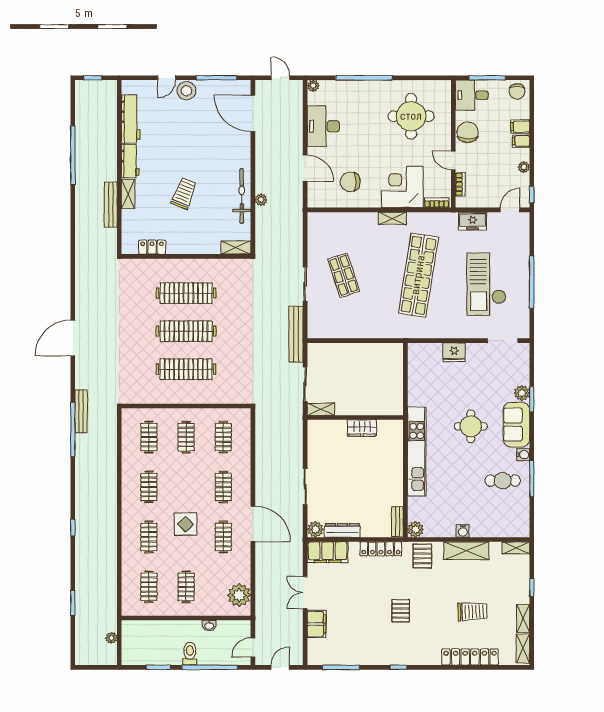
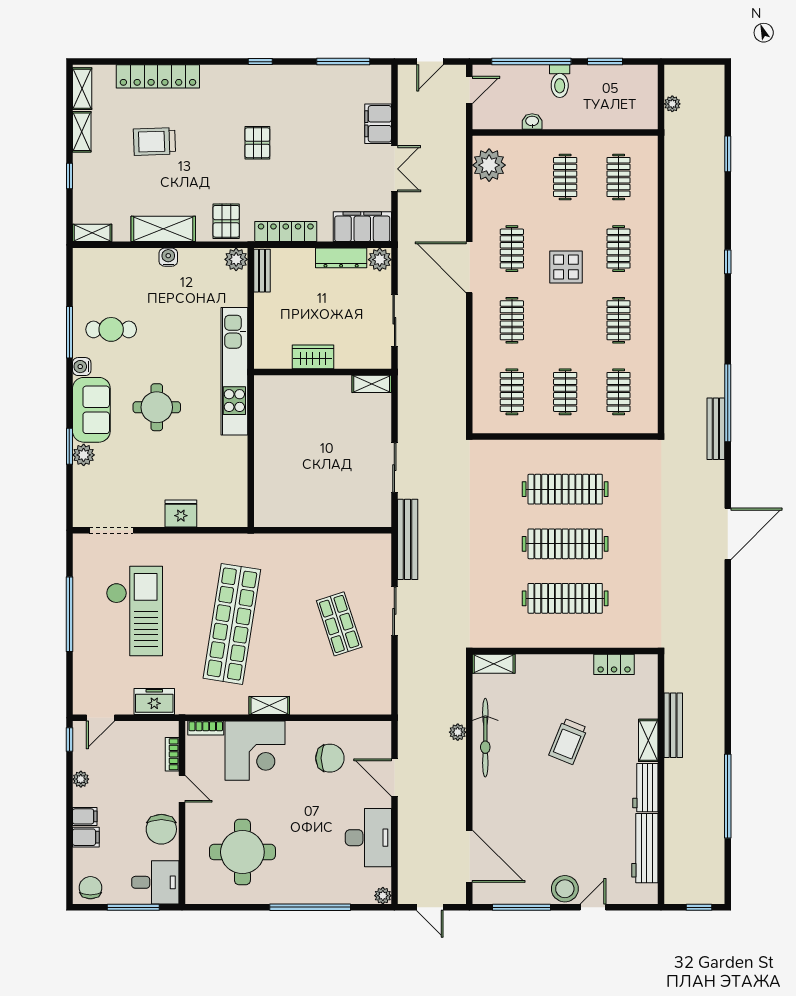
shelving: (321, 409) -> (372, 384), moved
wall: (355, 418) -> (323, 372), moved
wardrobe: (362, 428) -> (313, 357), moved

